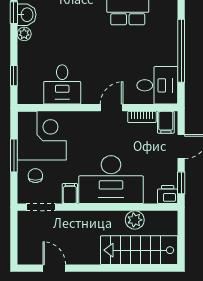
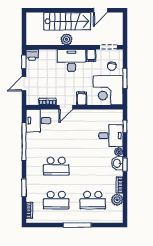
desk: (62, 84) -> (111, 136), moved, turned 90
filing cabinet: (166, 122) -> (82, 98), moved
desk: (111, 180) -> (71, 60), width x0.73, depth x0.77
plant: (135, 220) -> (66, 39), moved
stairs: (139, 250) -> (67, 21), moved
door: (54, 268) -> (100, 10), hinge flipped

